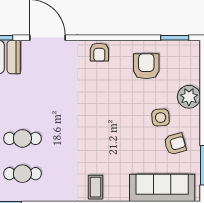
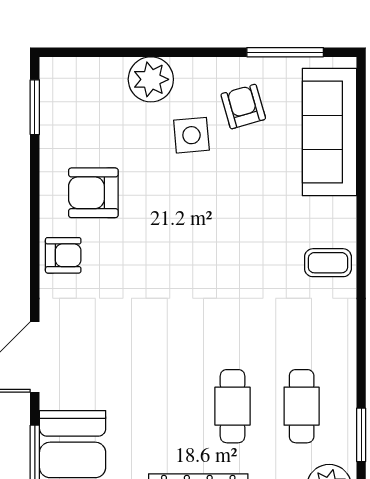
armchair: (146, 66) -> (93, 193), moved

